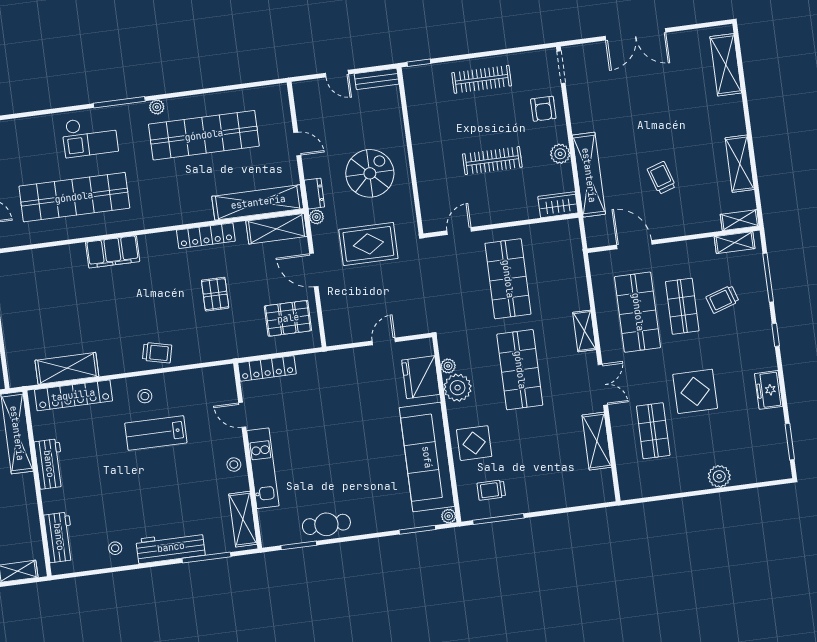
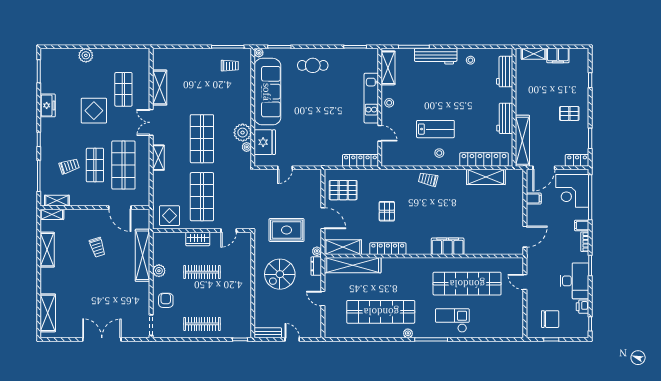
wardrobe: (558, 205) -> (198, 239), moved
display table: (474, 443) -> (169, 216), moved
cafe table: (326, 524) -> (313, 65), moved

